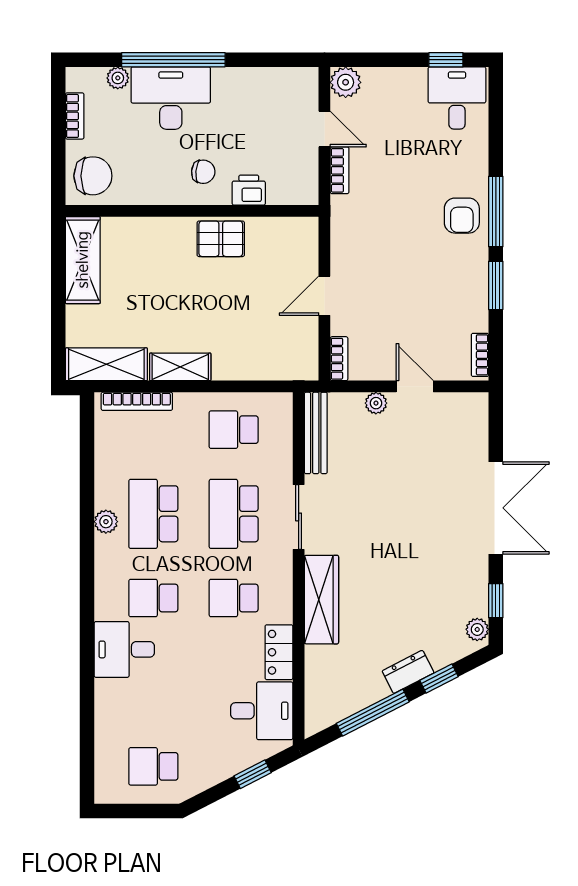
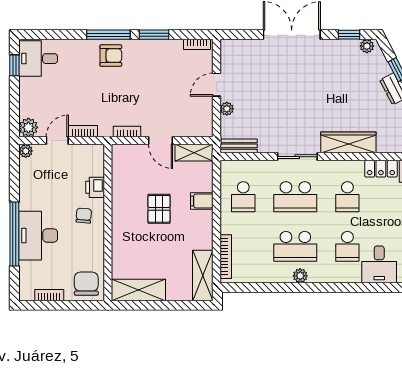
plant: (118, 78) -> (26, 151), moved
pallet: (221, 239) -> (159, 209), moved
bookcase: (339, 359) -> (127, 132), moved
filing cabinet: (227, 363) -> (202, 201), added
shelving: (180, 367) -> (194, 153), moved, turned 90
bench: (316, 433) -> (239, 146), width x0.73

